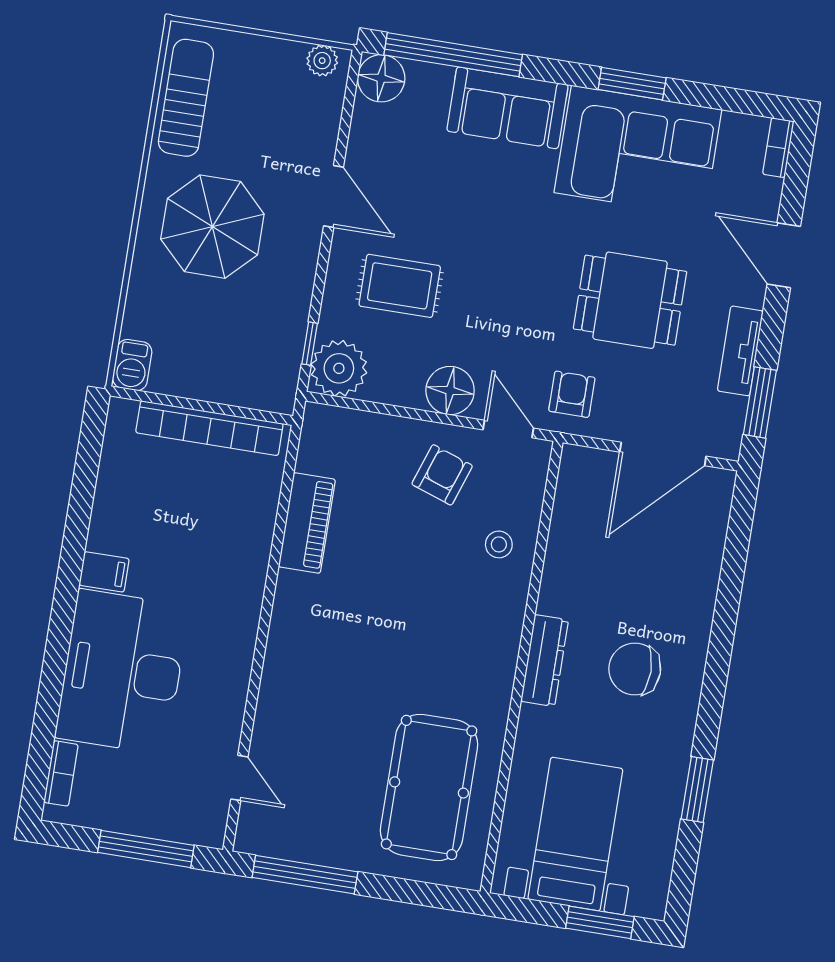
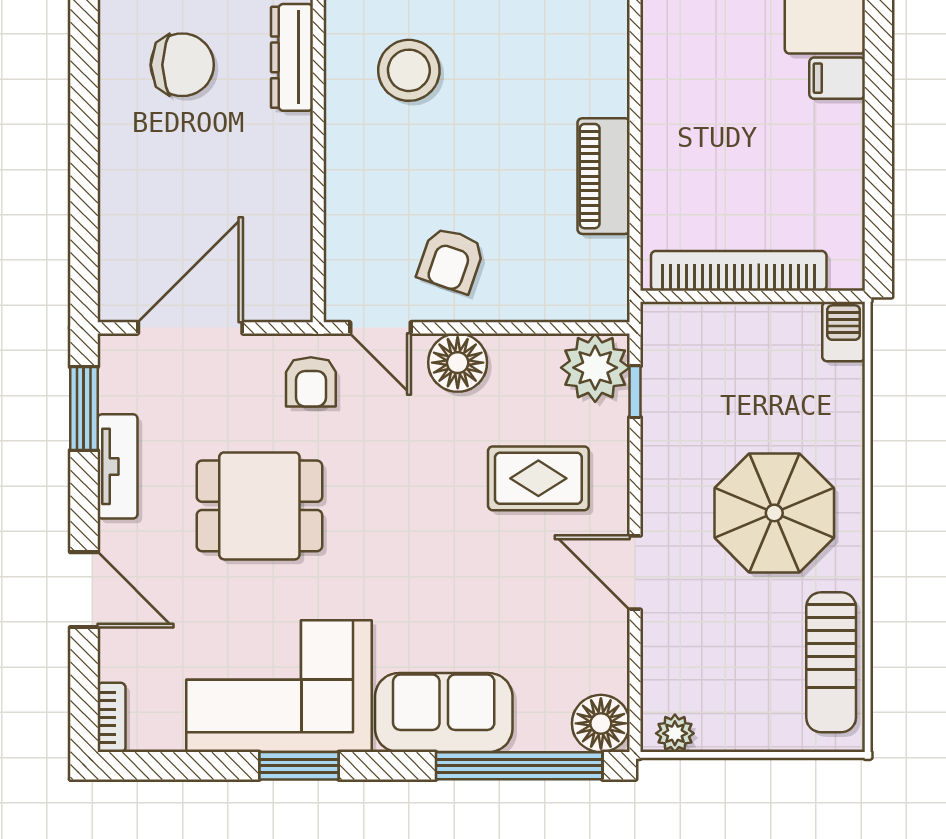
stool: (499, 544) -> (409, 70), moved, width x1.89, depth x1.89

